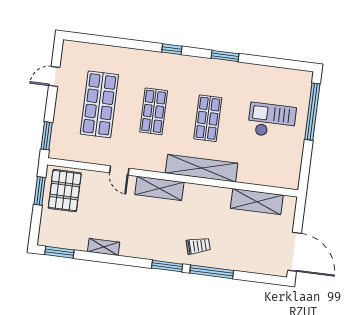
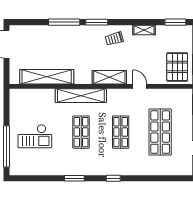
shelving: (257, 202) -> (47, 77), width x1.47
trolley: (198, 246) -> (114, 39), moved

